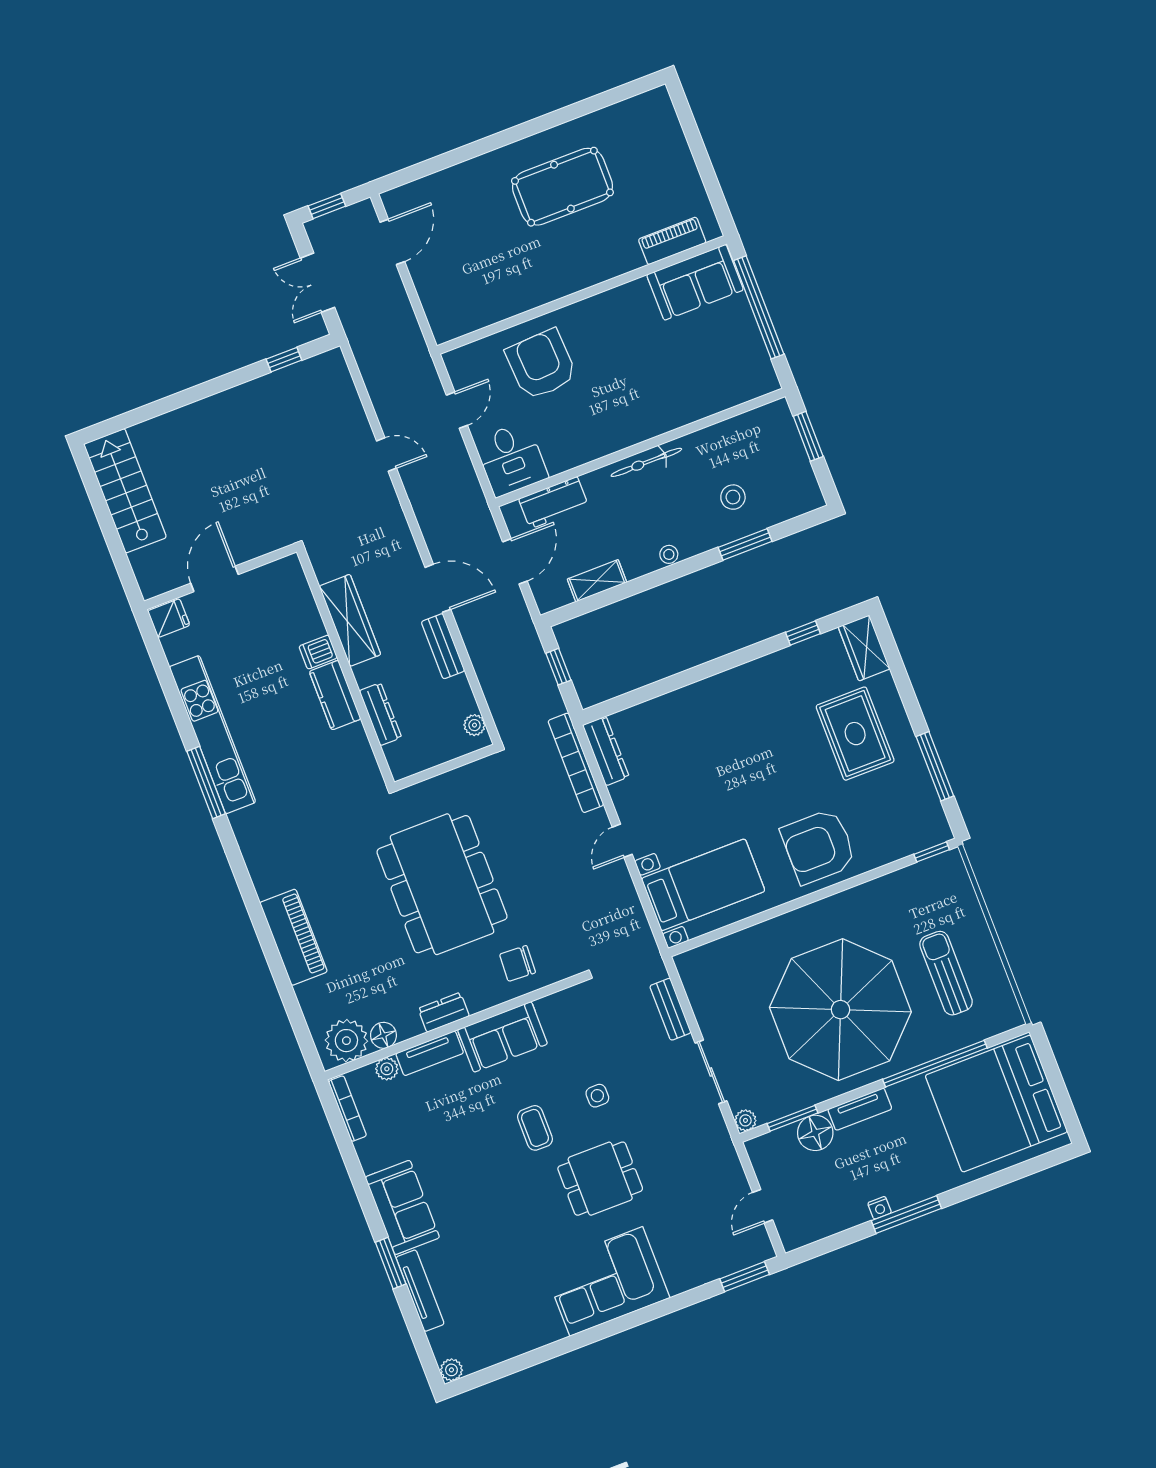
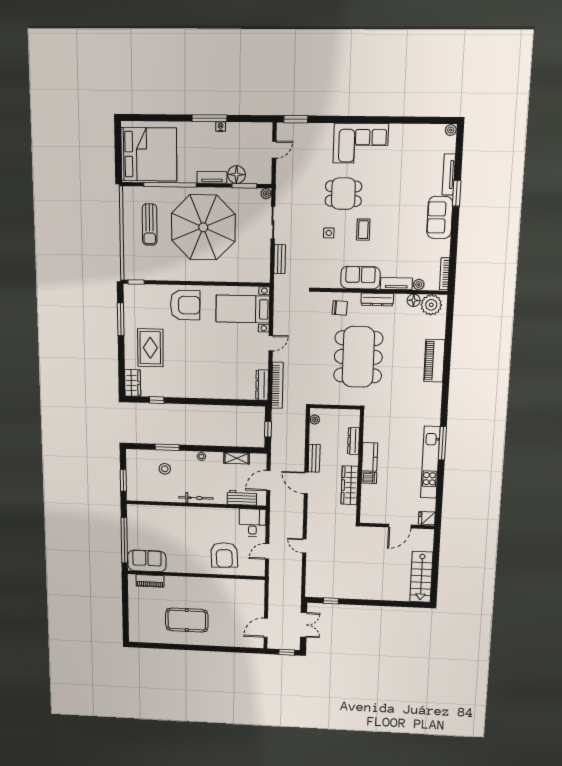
dresser: (444, 1012) -> (377, 300), width x1.44

